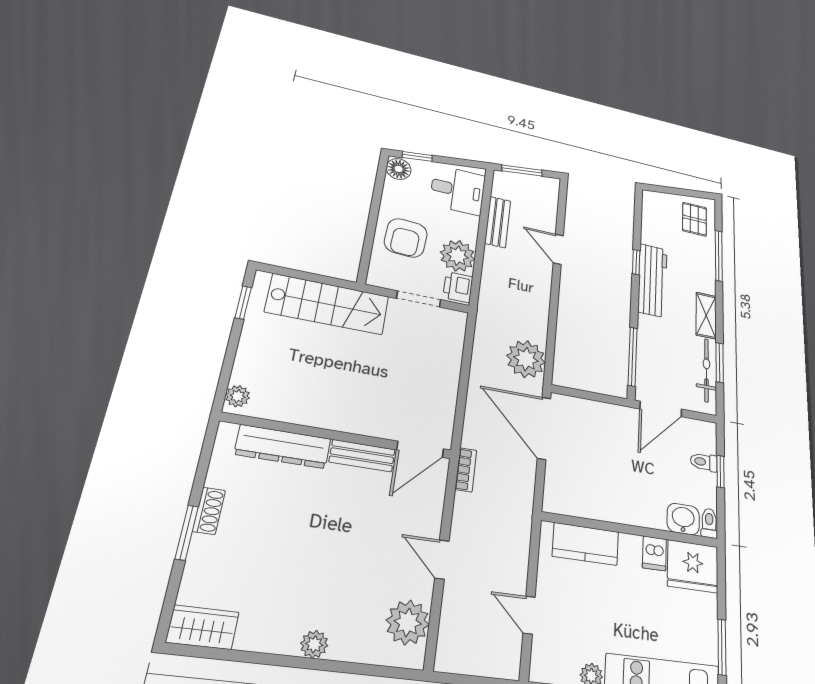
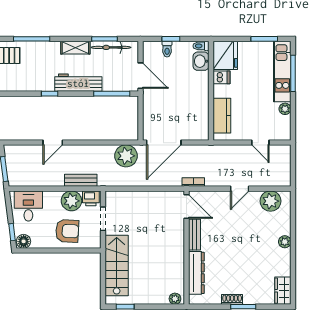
bench: (498, 222) -> (81, 180), moved
workbench: (653, 280) -> (78, 83), moved
door: (529, 615) -> (260, 143), hinge flipped

